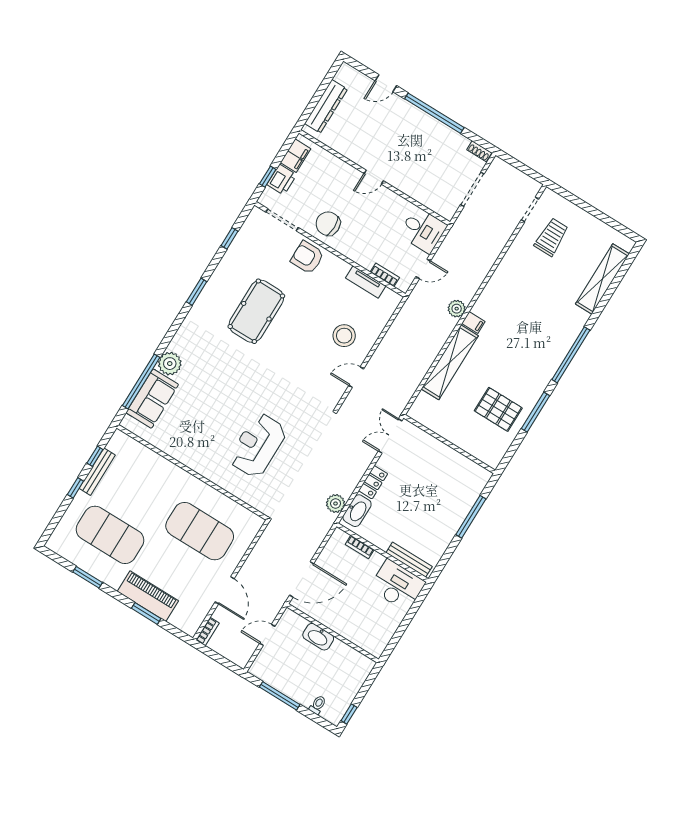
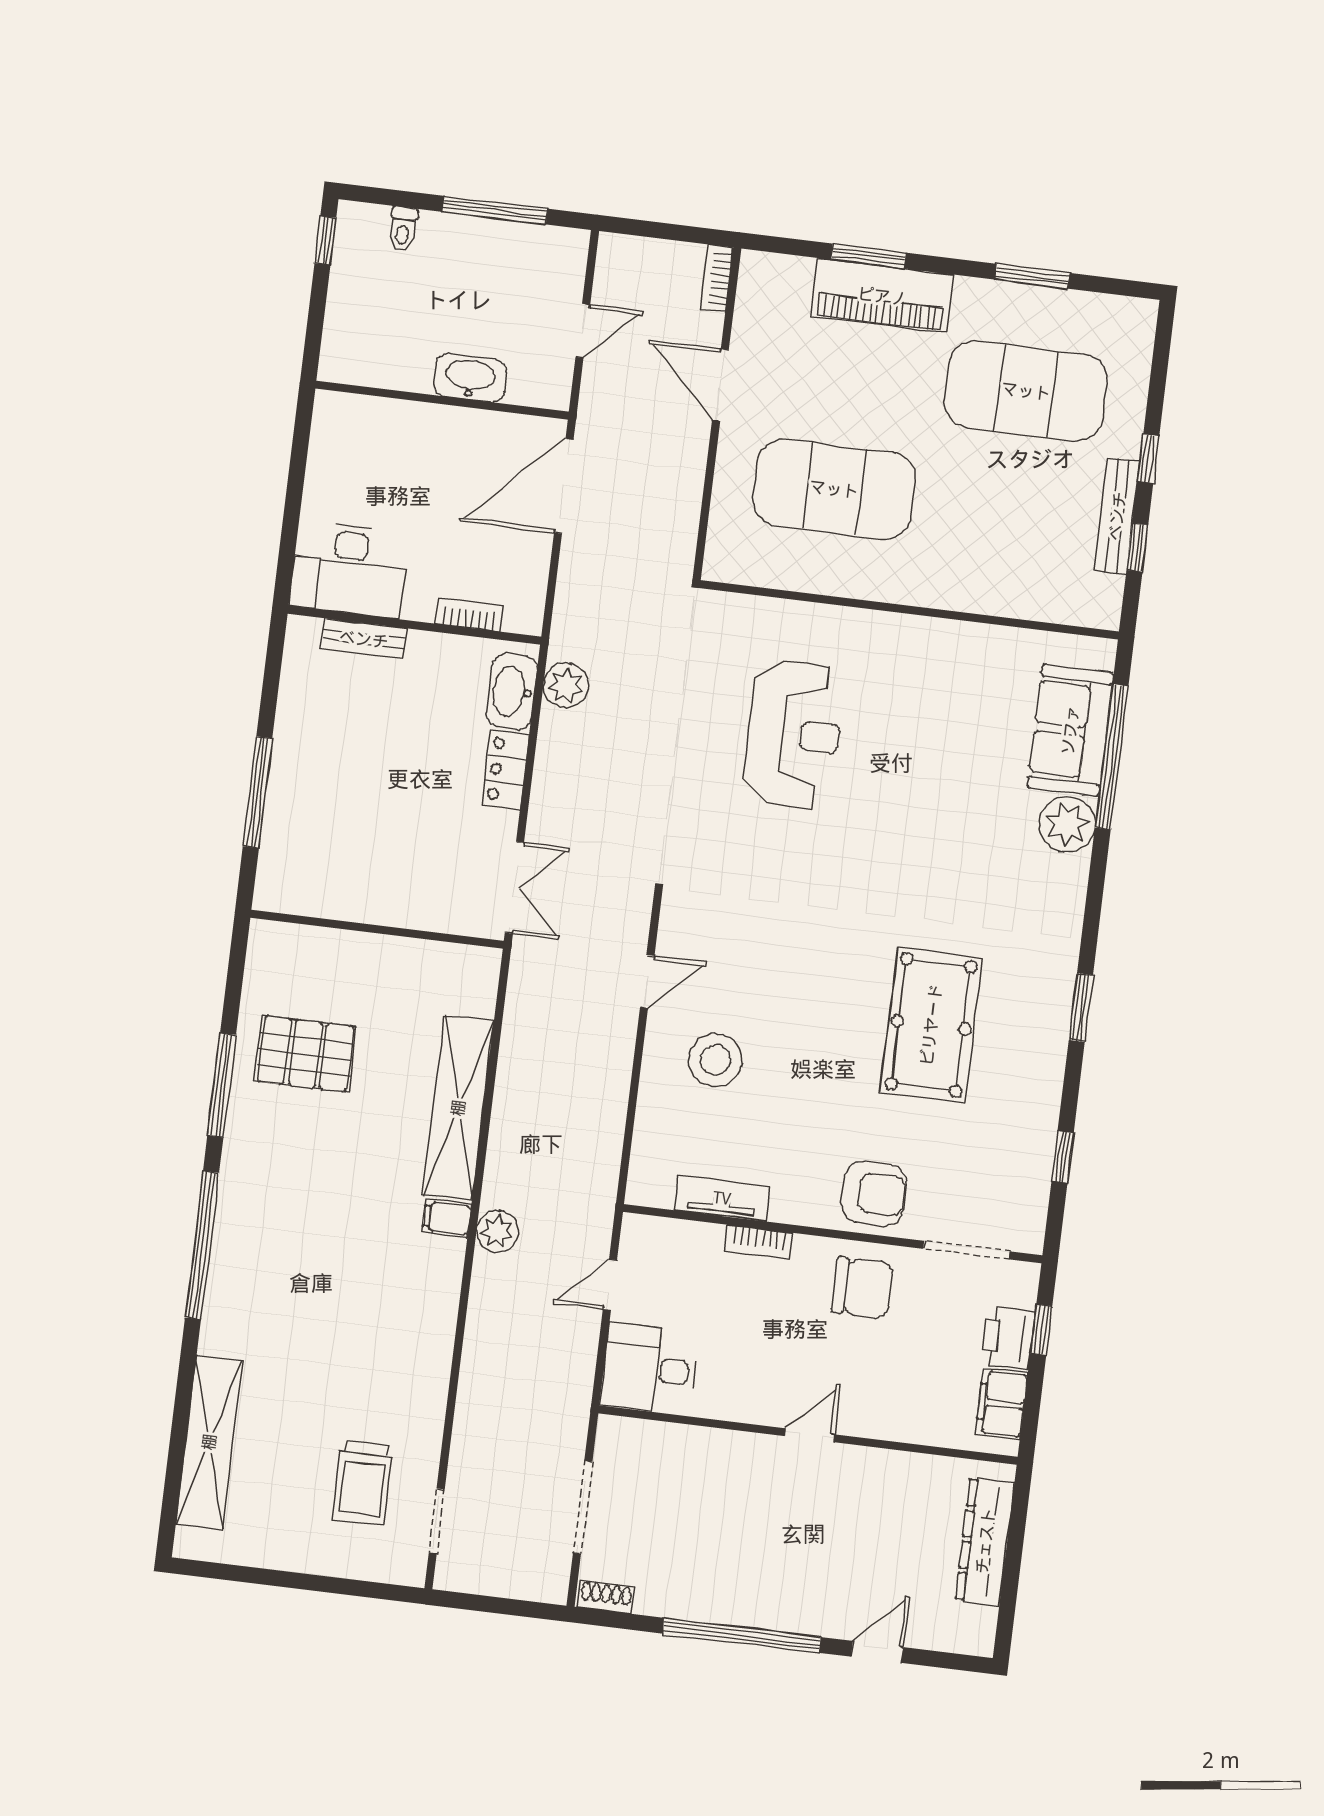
bookcase: (385, 275) -> (759, 1242), moved
bench: (409, 560) -> (364, 639), width x0.73

